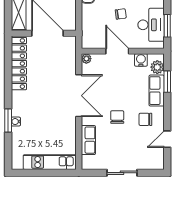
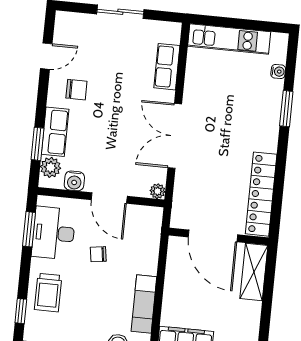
chair: (117, 117) -> (119, 97), removed
water cooler: (16, 122) -> (278, 71), moved

